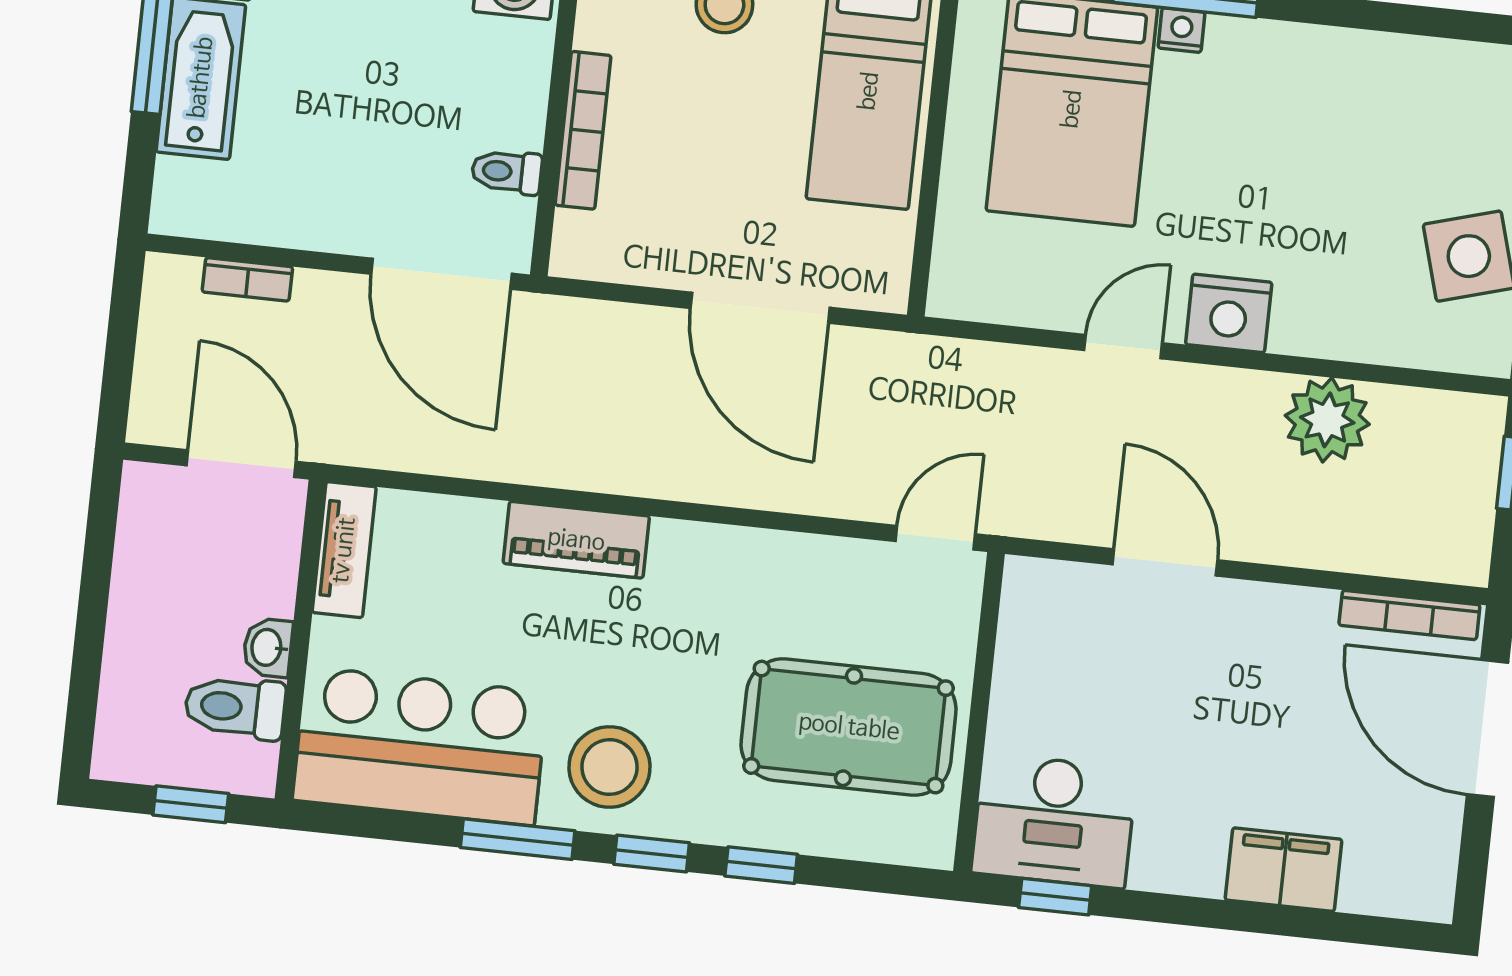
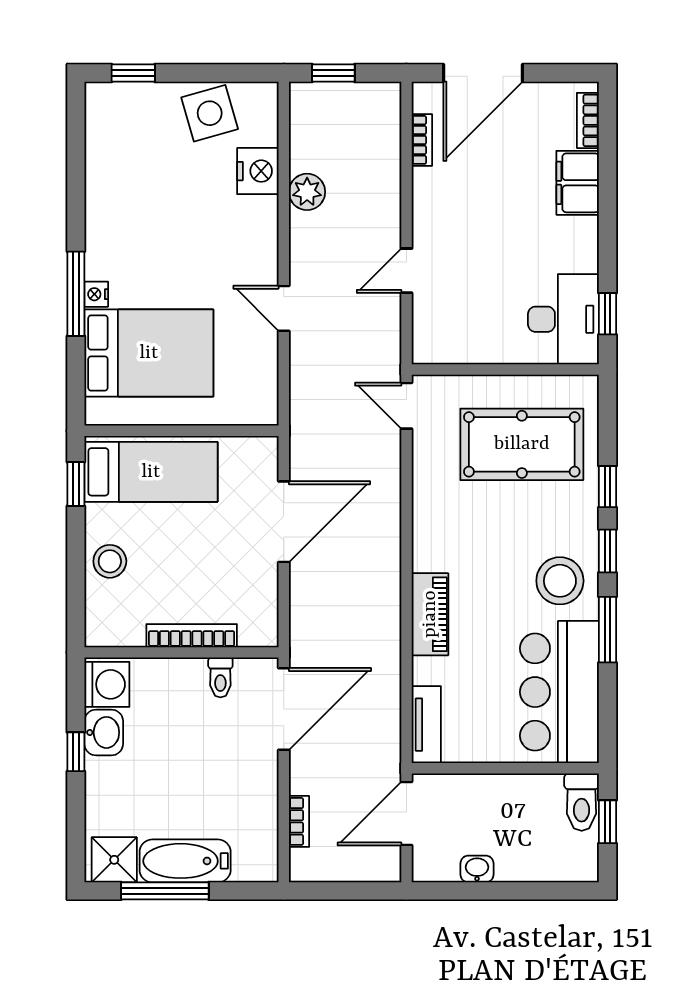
nightstand: (1229, 313) -> (258, 171), moved
plant: (1327, 420) -> (307, 192), width x0.73, depth x0.73
tv unit: (344, 550) -> (426, 725), moved, turned 90
door: (1165, 562) -> (406, 271), width x0.73
bookcase: (1409, 615) -> (422, 140), width x0.64
washbasin: (268, 648) -> (477, 869), moved, turned 180
toilet: (235, 707) -> (582, 802), moved
pool table: (849, 727) -> (522, 444), turned 90
bookcase: (1388, 898) -> (588, 120), added

